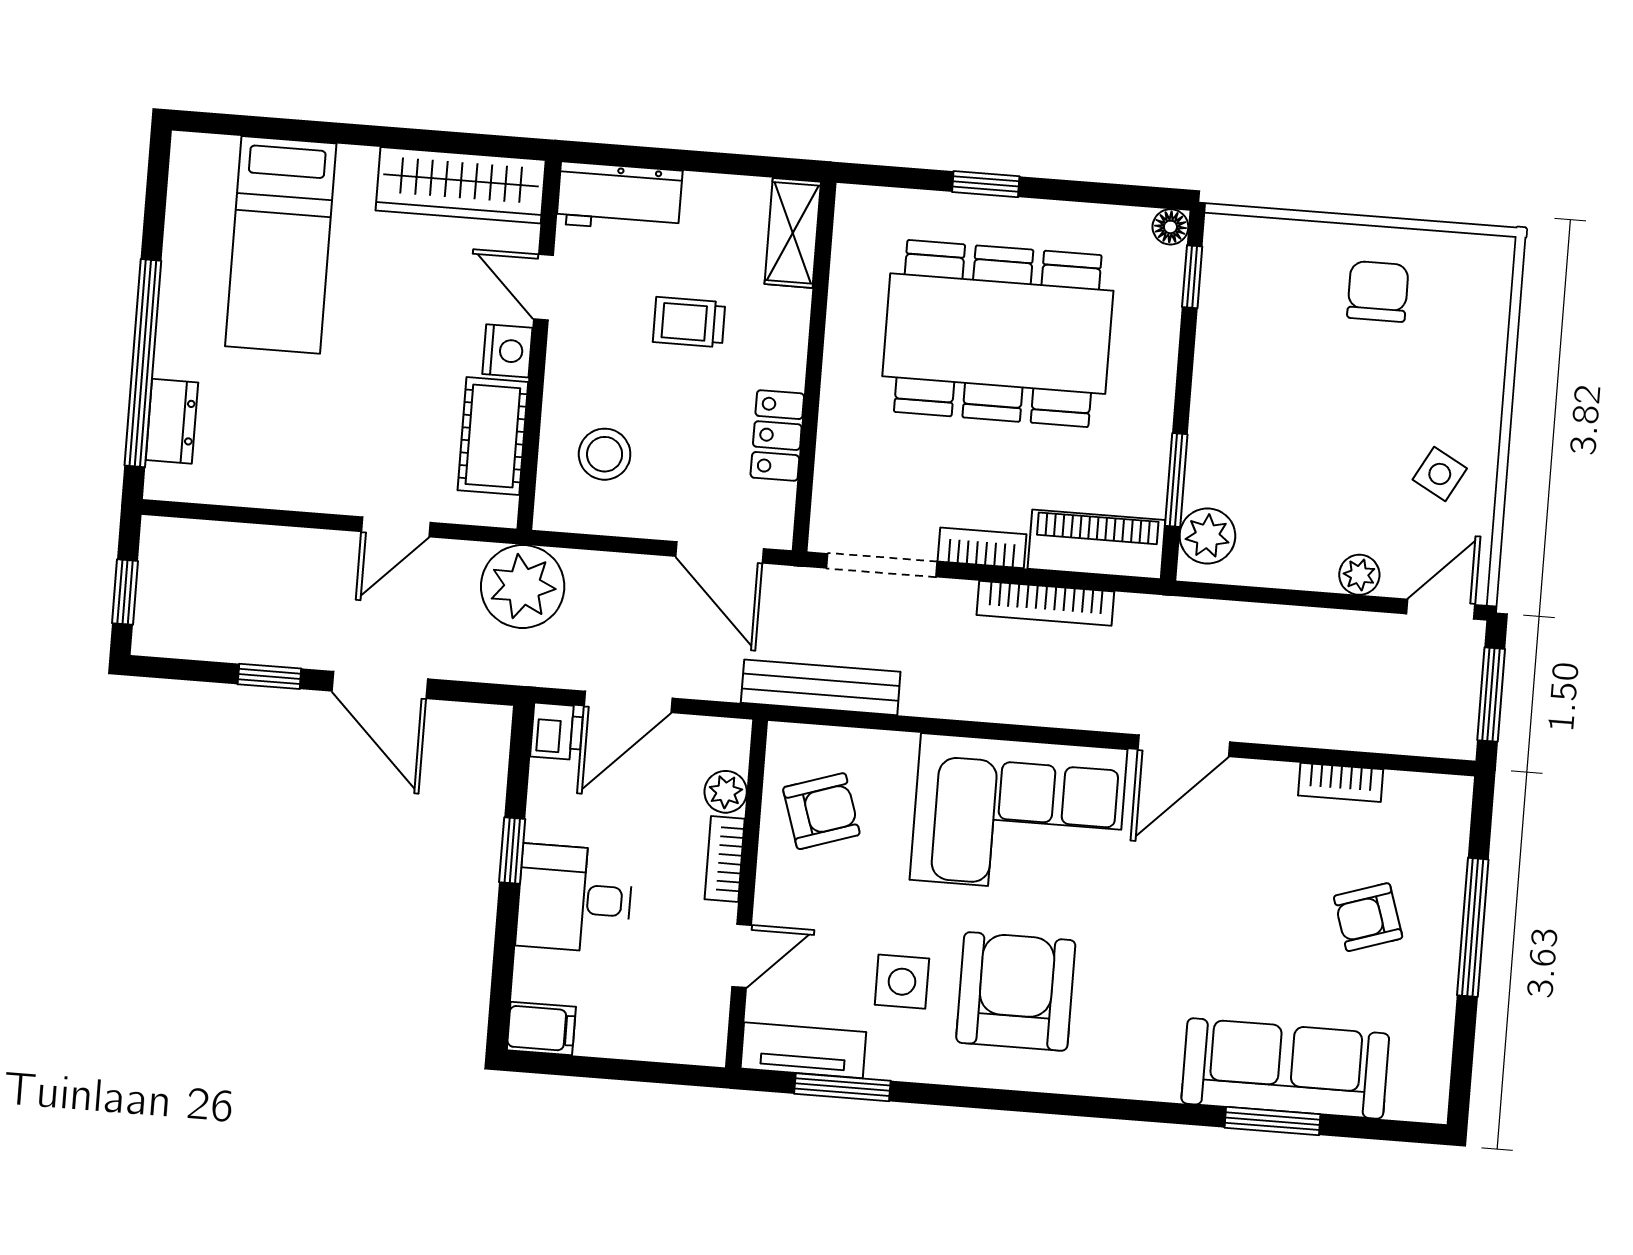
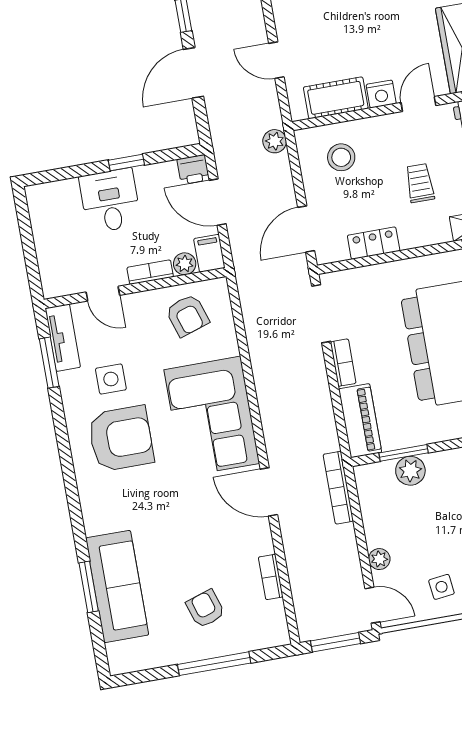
side table: (1440, 474) -> (441, 587), turned -36
plant: (1207, 536) -> (410, 471), moved
plant: (523, 587) -> (275, 141), width x0.53, depth x0.53
bookcase: (1045, 603) -> (338, 488), moved
bench: (821, 687) -> (251, 299), removed
filing cabinet: (541, 1028) -> (209, 253), moved, turned 180

